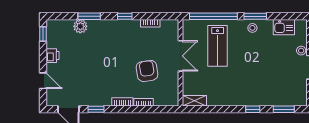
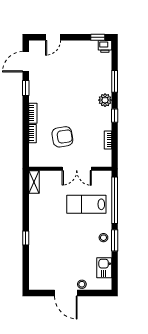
plant: (80, 26) -> (105, 100), moved
printer: (52, 56) -> (105, 46), moved
window: (284, 109) -> (26, 268), removed

